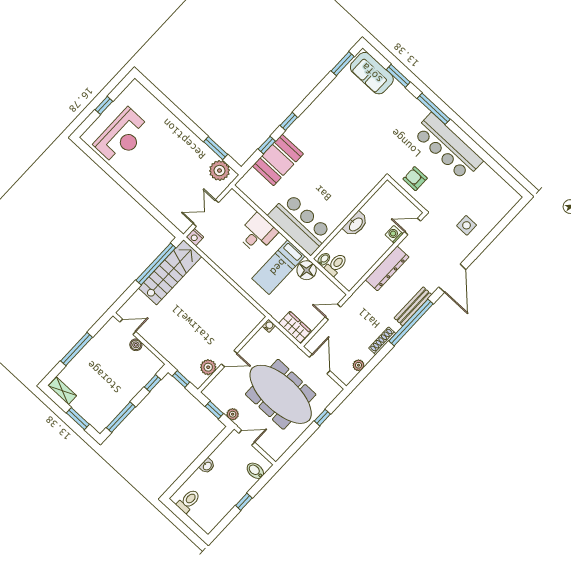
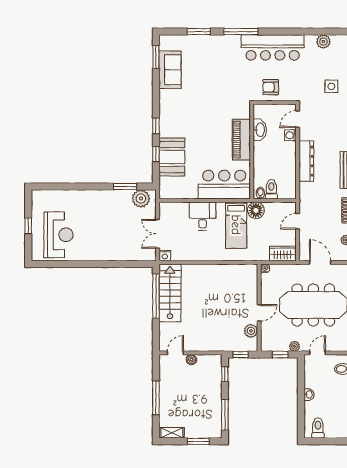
sofa: (372, 73) -> (170, 70), moved, turned -90
plant: (495, 182) -> (323, 42), added
piano: (350, 200) -> (241, 140), added
washbasin: (356, 224) -> (260, 130), moved

